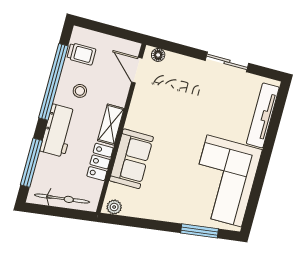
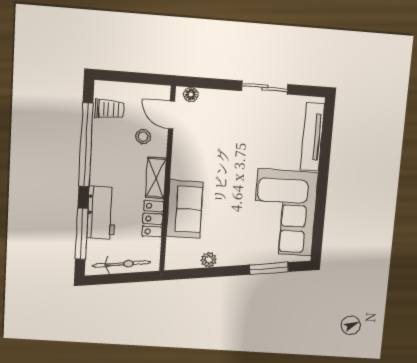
stool: (80, 91) -> (143, 137), moved
workbench: (58, 131) -> (101, 213), moved
plant: (114, 207) -> (209, 260), moved

